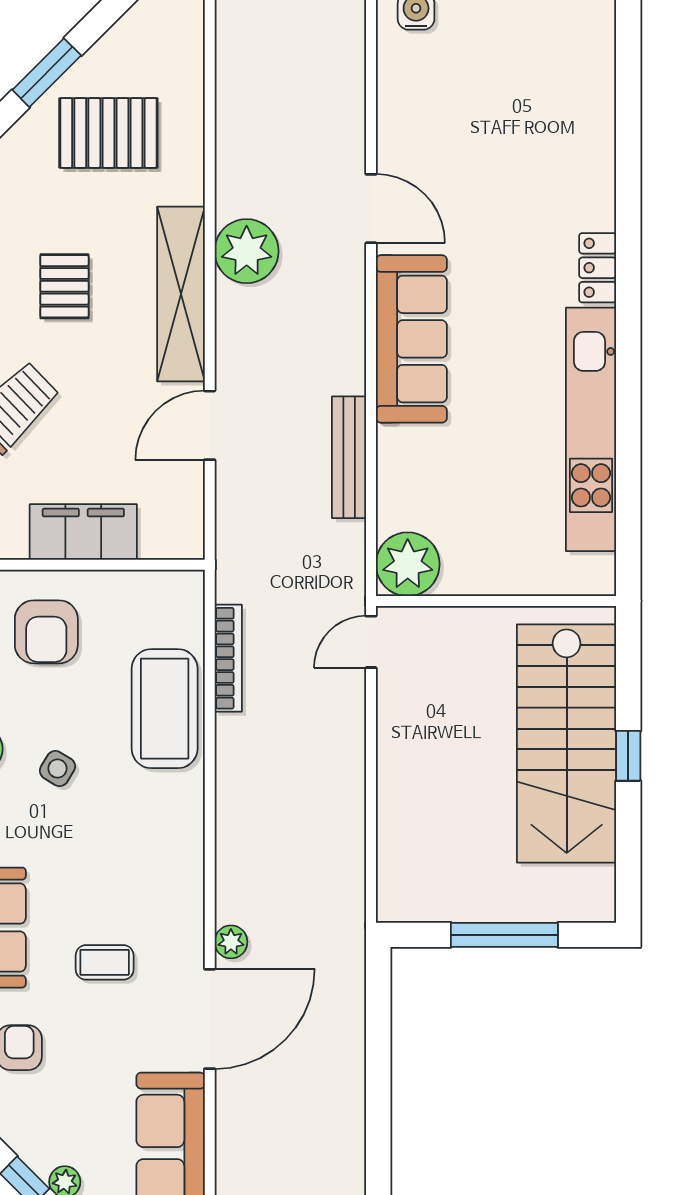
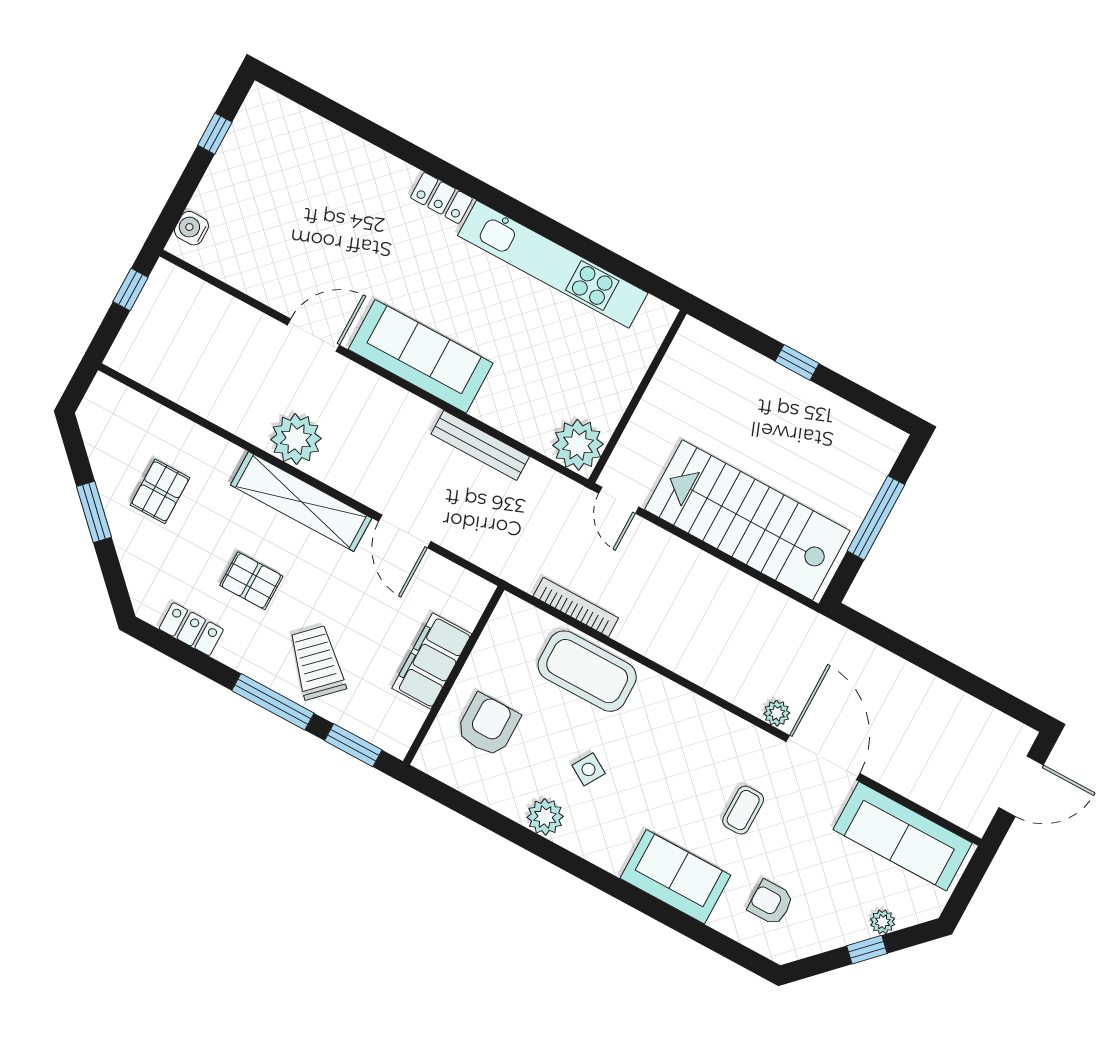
pallet: (108, 133) -> (160, 491), width x0.67, depth x0.71
armchair: (46, 632) -> (488, 725), turned -90
stairs: (567, 743) -> (747, 520), moved, turned 180

